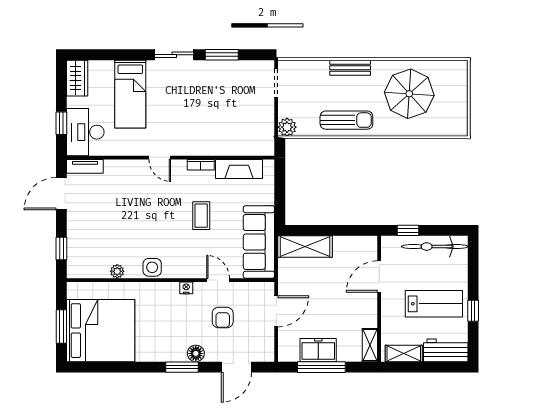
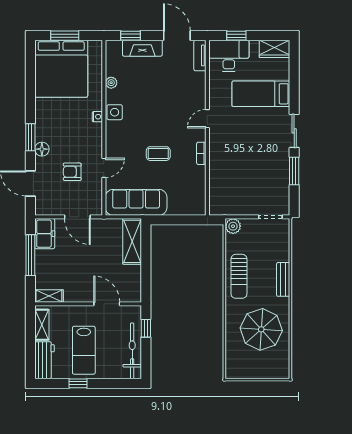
fireplace: (239, 169) -> (142, 48), moved, turned -90
nightstand: (186, 288) -> (97, 117), moved
freezer: (318, 350) -> (45, 234), moved

